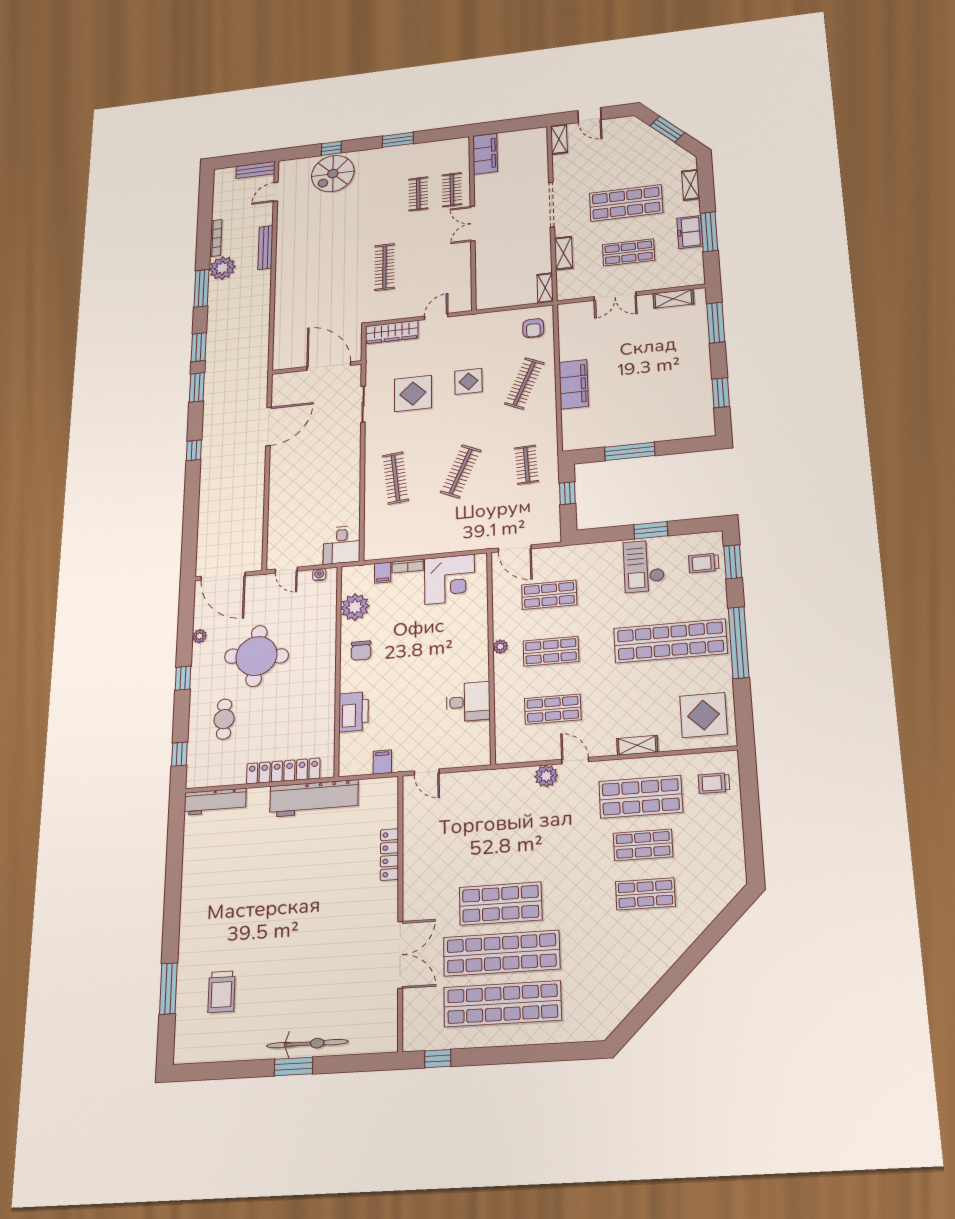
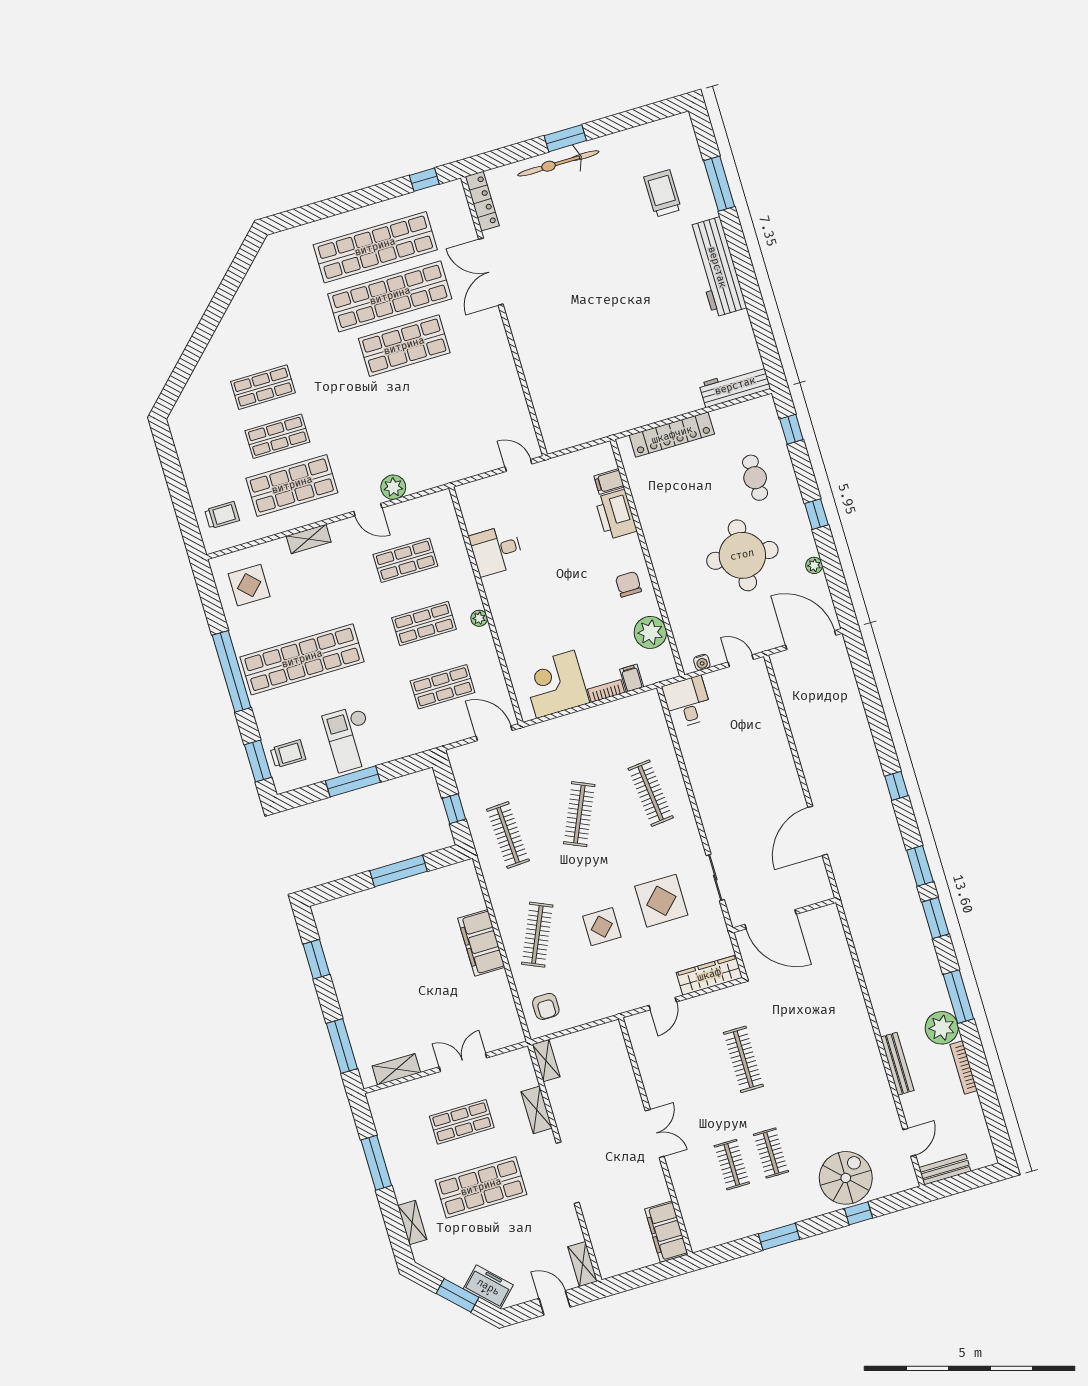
clothes rail: (452, 190) -> (771, 1153), moved
freezer: (690, 232) -> (488, 1287), moved, turned -45
armchair: (533, 328) -> (546, 1006), turned 180
clothes rail: (526, 465) -> (508, 835), width x1.36
window: (651, 530) -> (353, 781), width x1.44
checkout: (644, 566) -> (350, 739), turned 180
display table: (704, 715) -> (249, 585), width x0.73, depth x0.73
filing cabinet: (382, 762) -> (609, 481), moved, turned 90
workbench: (314, 798) -> (717, 267), moved, turned -90
locker: (389, 855) -> (482, 201), moved

